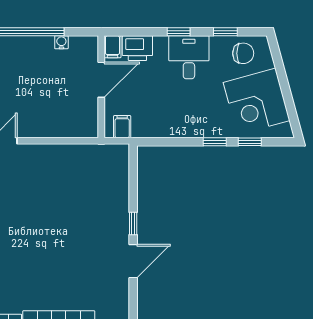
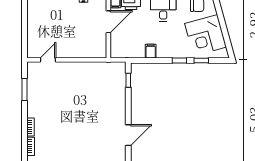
filing cabinet: (122, 127) -> (151, 51), moved
window: (133, 223) -> (128, 80), moved

